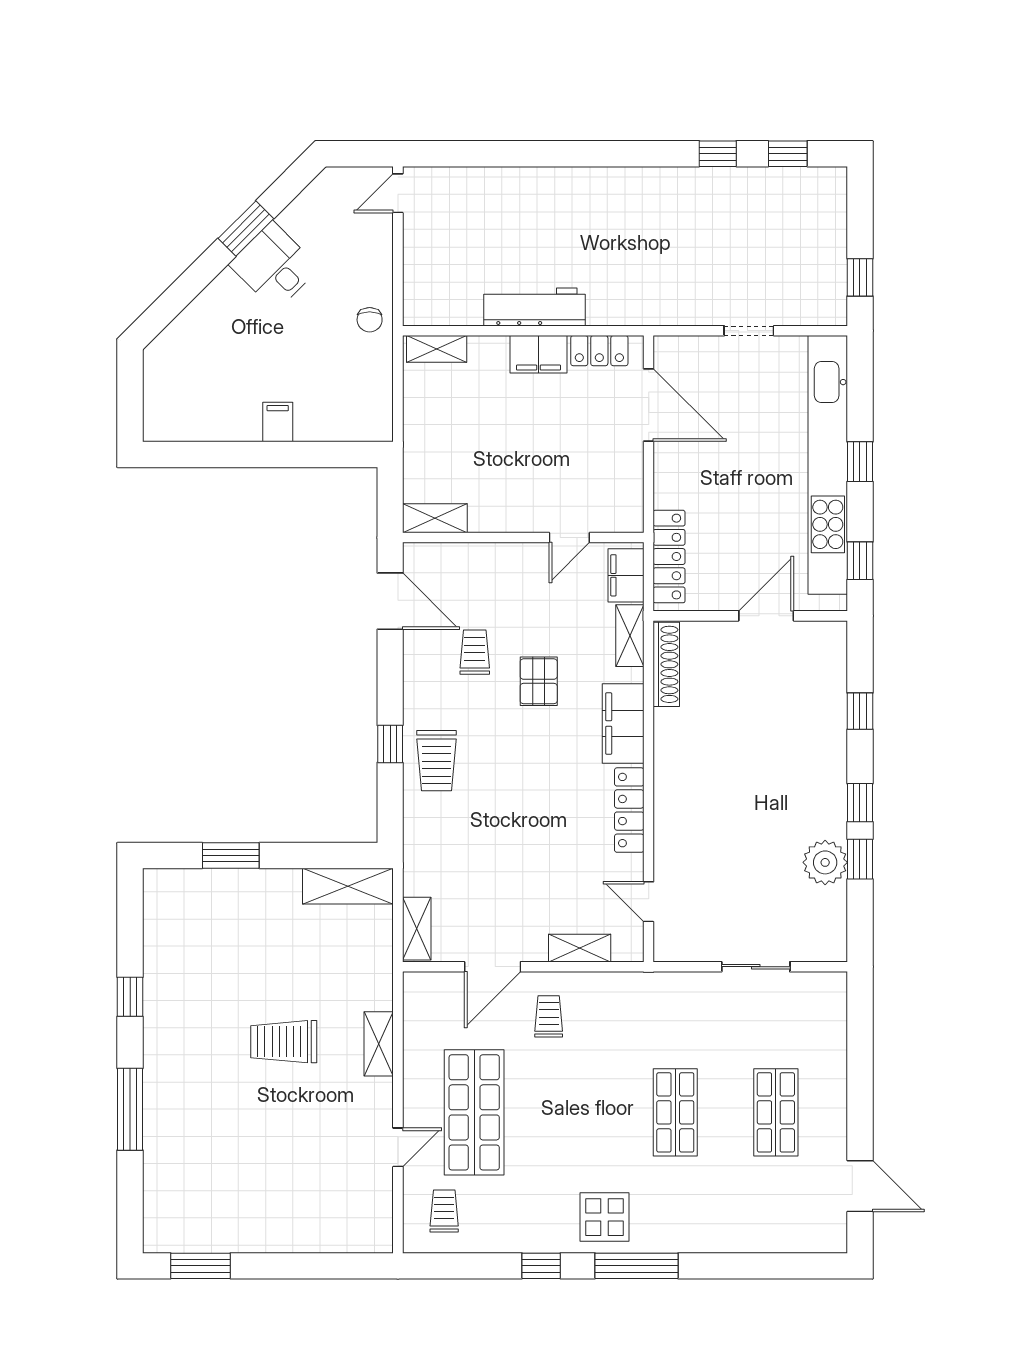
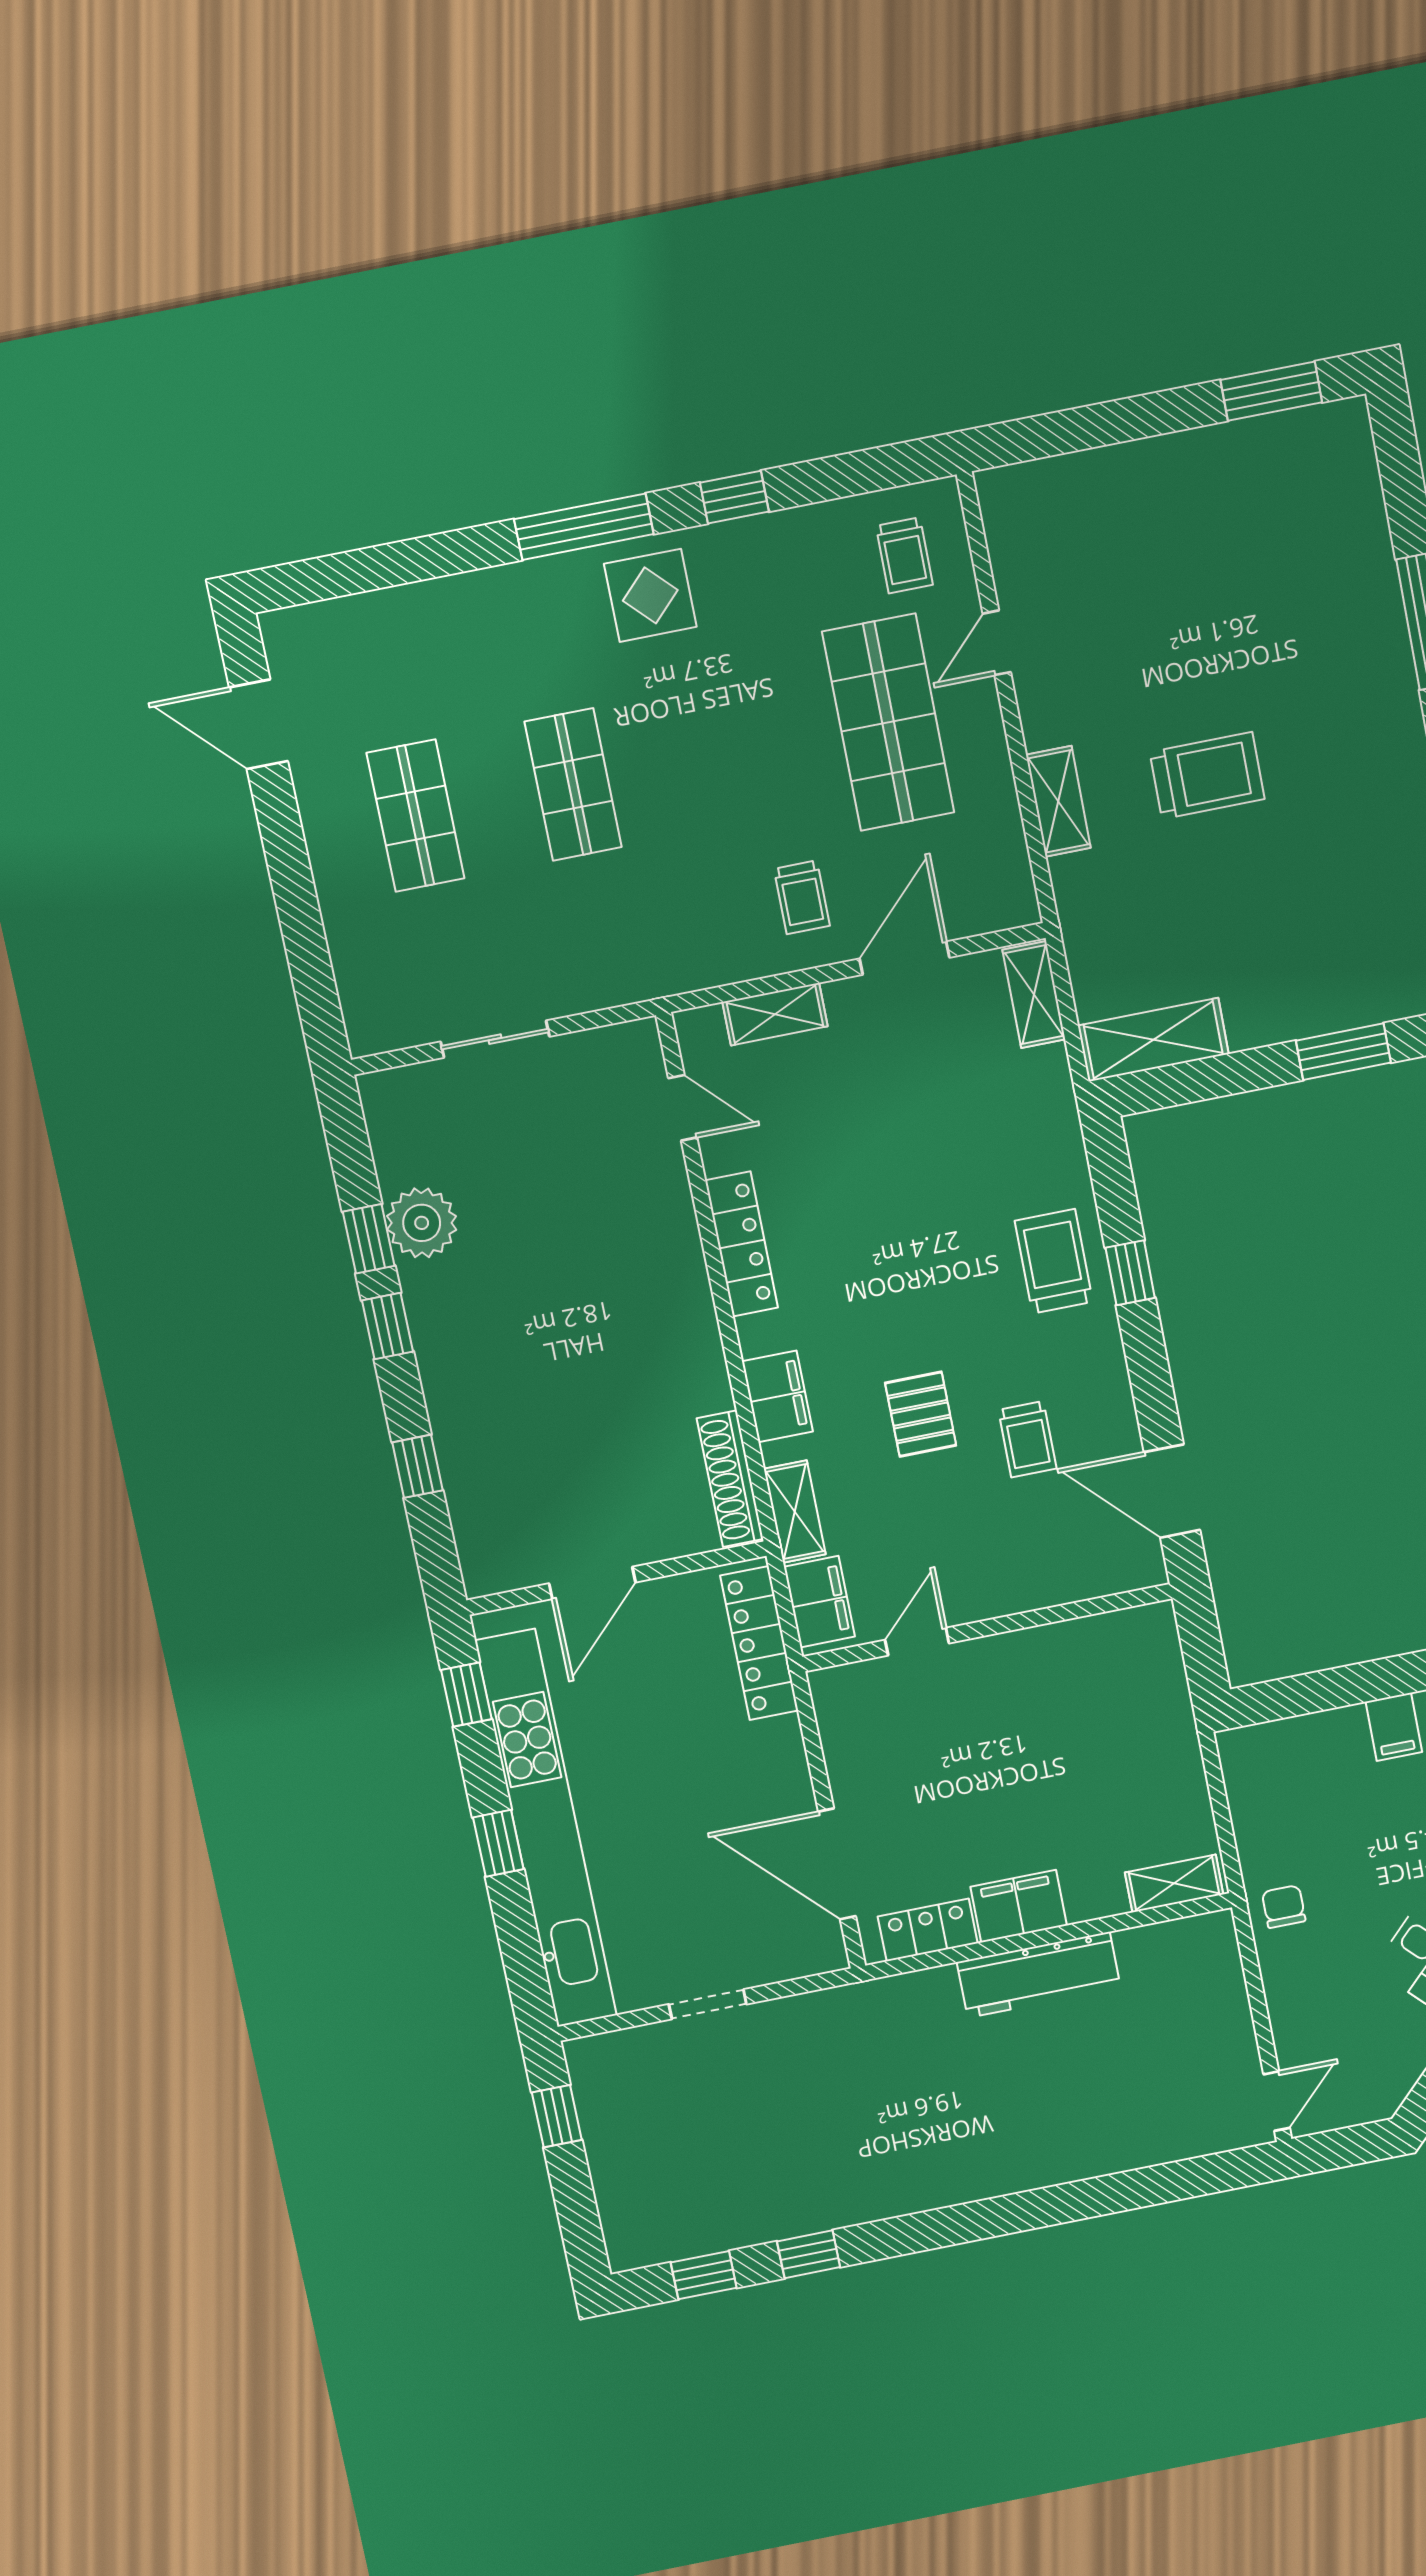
shelving: (435, 518) -> (1128, 1630), removed
filing cabinet: (623, 724) -> (777, 1397), width x0.67, depth x0.86

